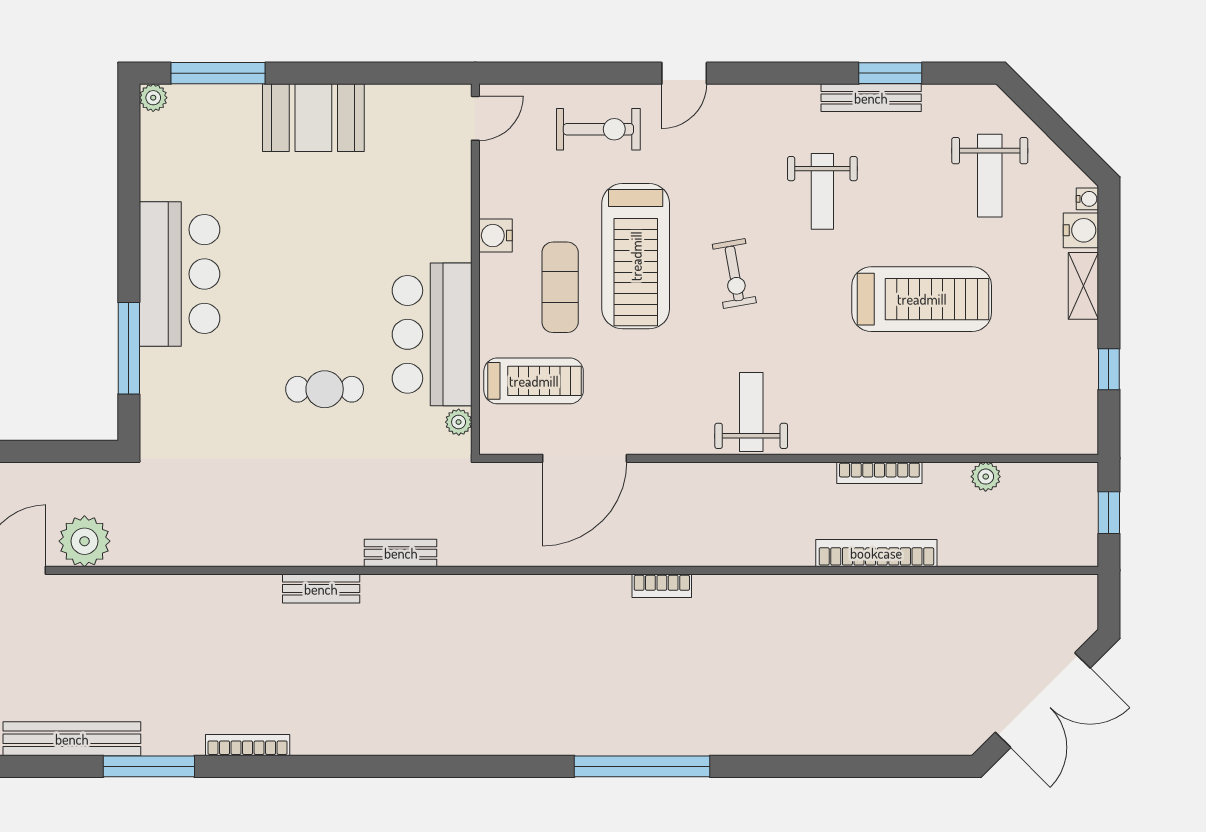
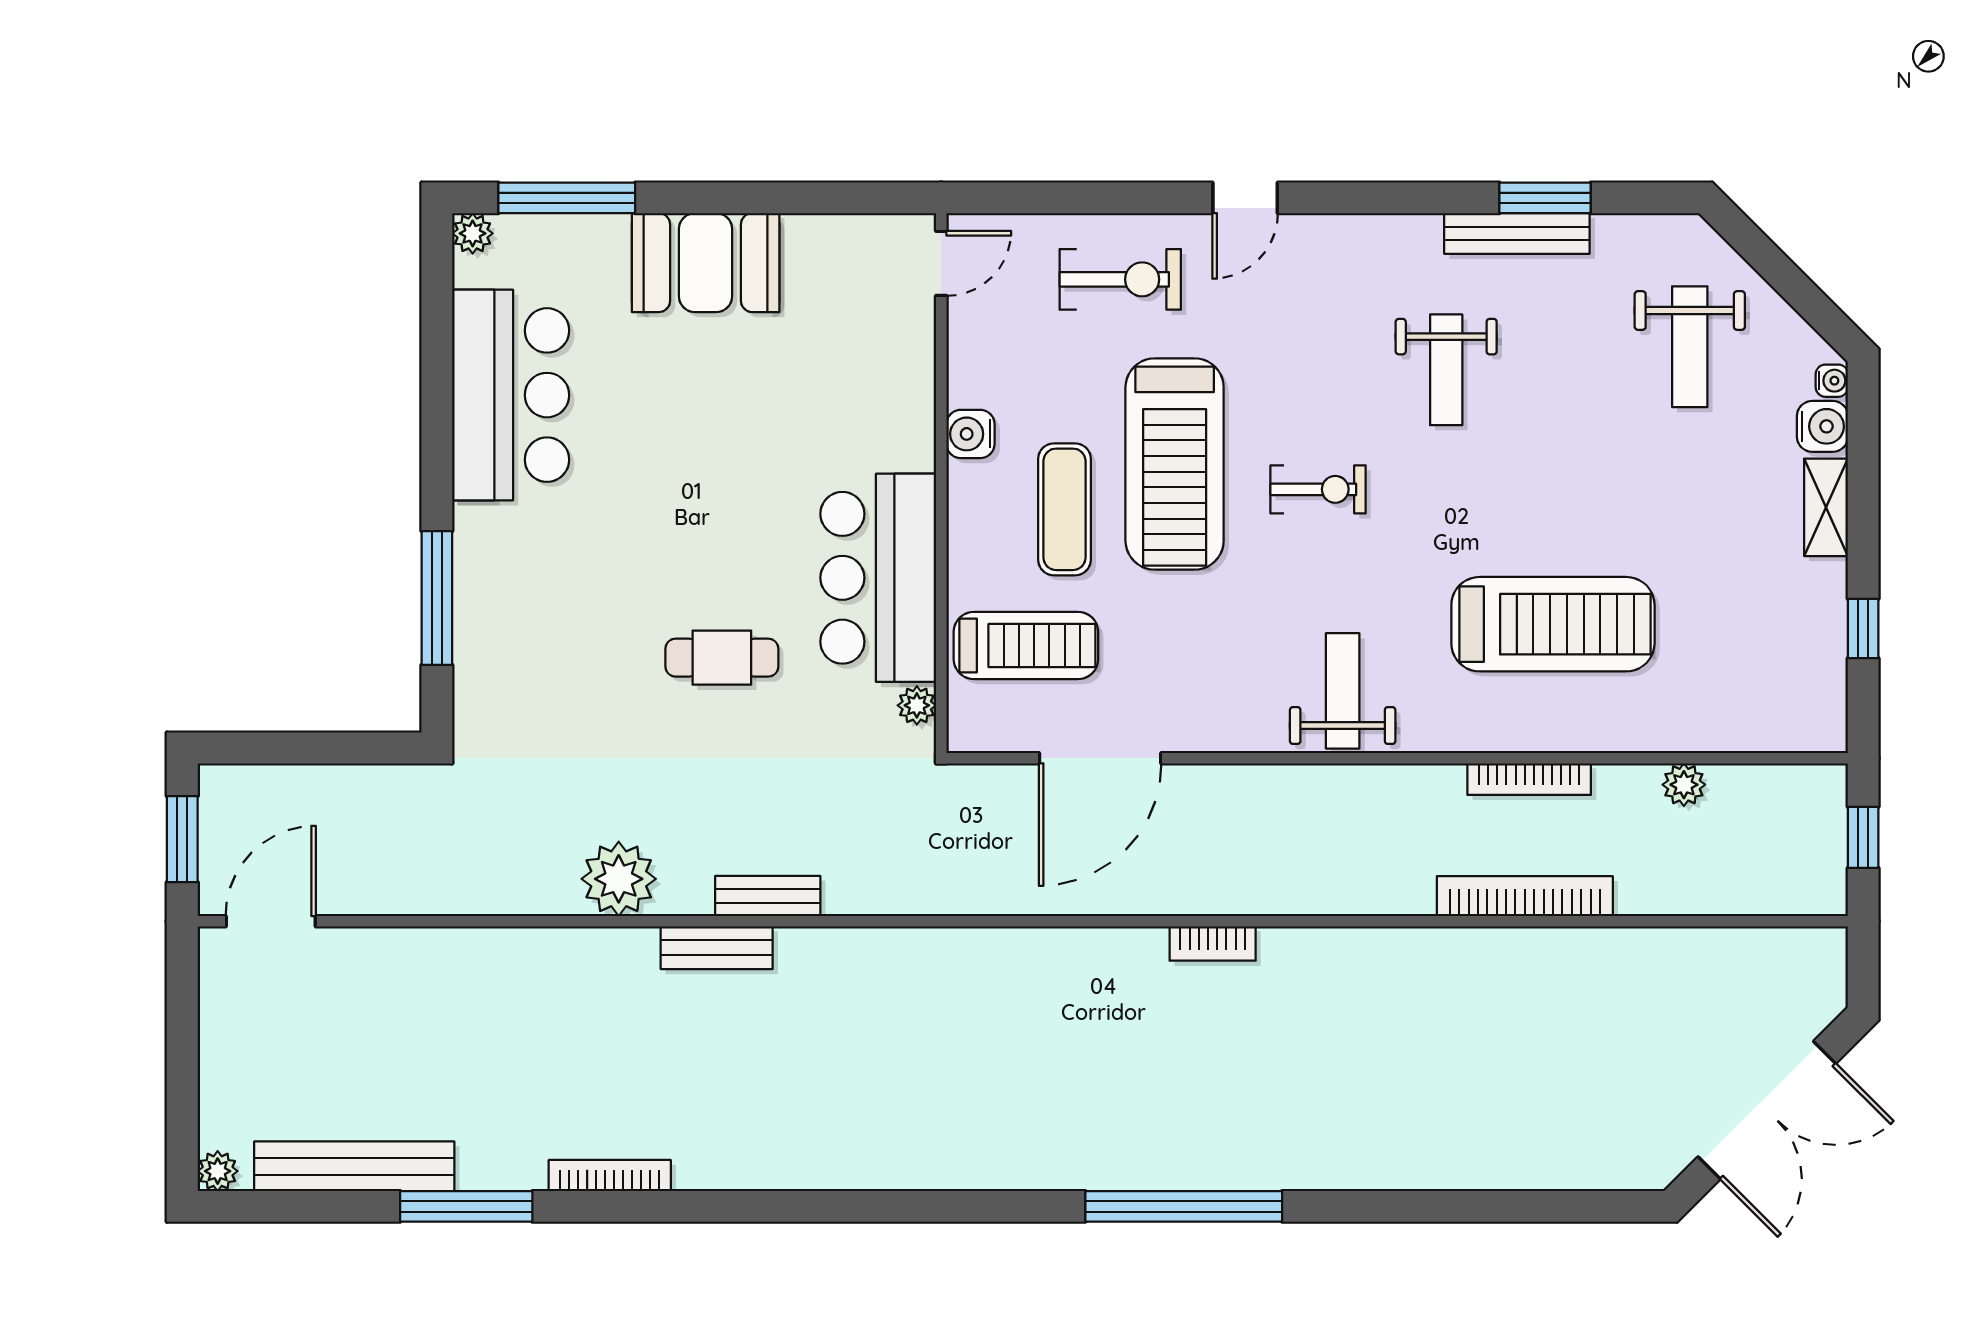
bar counter: (179, 274) -> (511, 395), moved
exercise bike: (734, 274) -> (1318, 489), turned -80
treadmill: (922, 299) -> (1553, 624), moved
plant: (84, 541) -> (619, 879), moved
bench: (401, 553) -> (768, 896), moved

